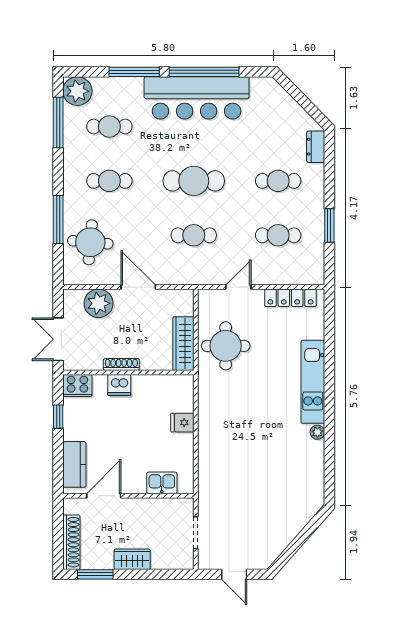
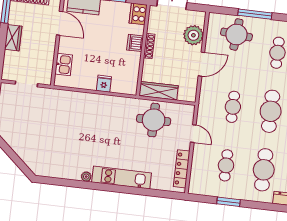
cafe table: (278, 181) -> (264, 170), width x1.37, depth x1.35

